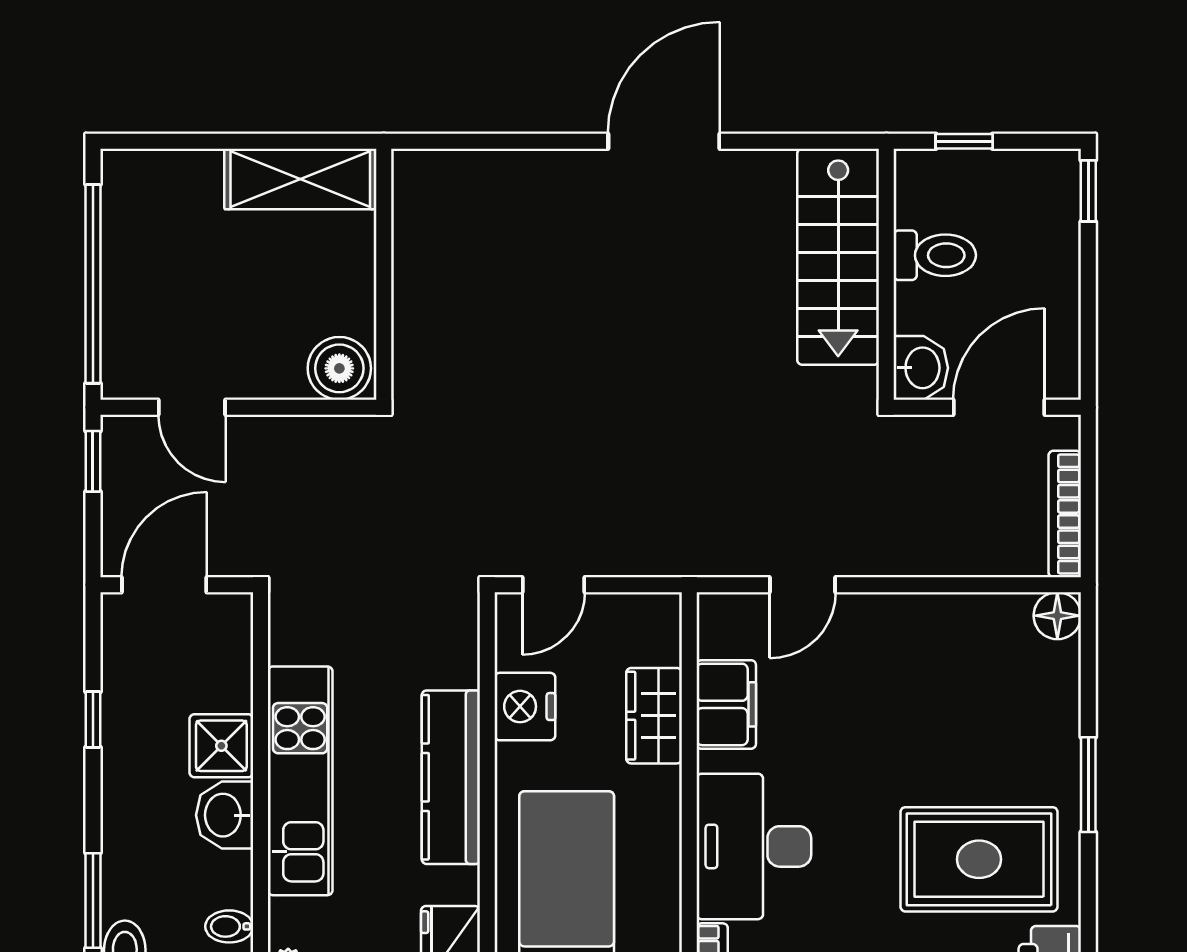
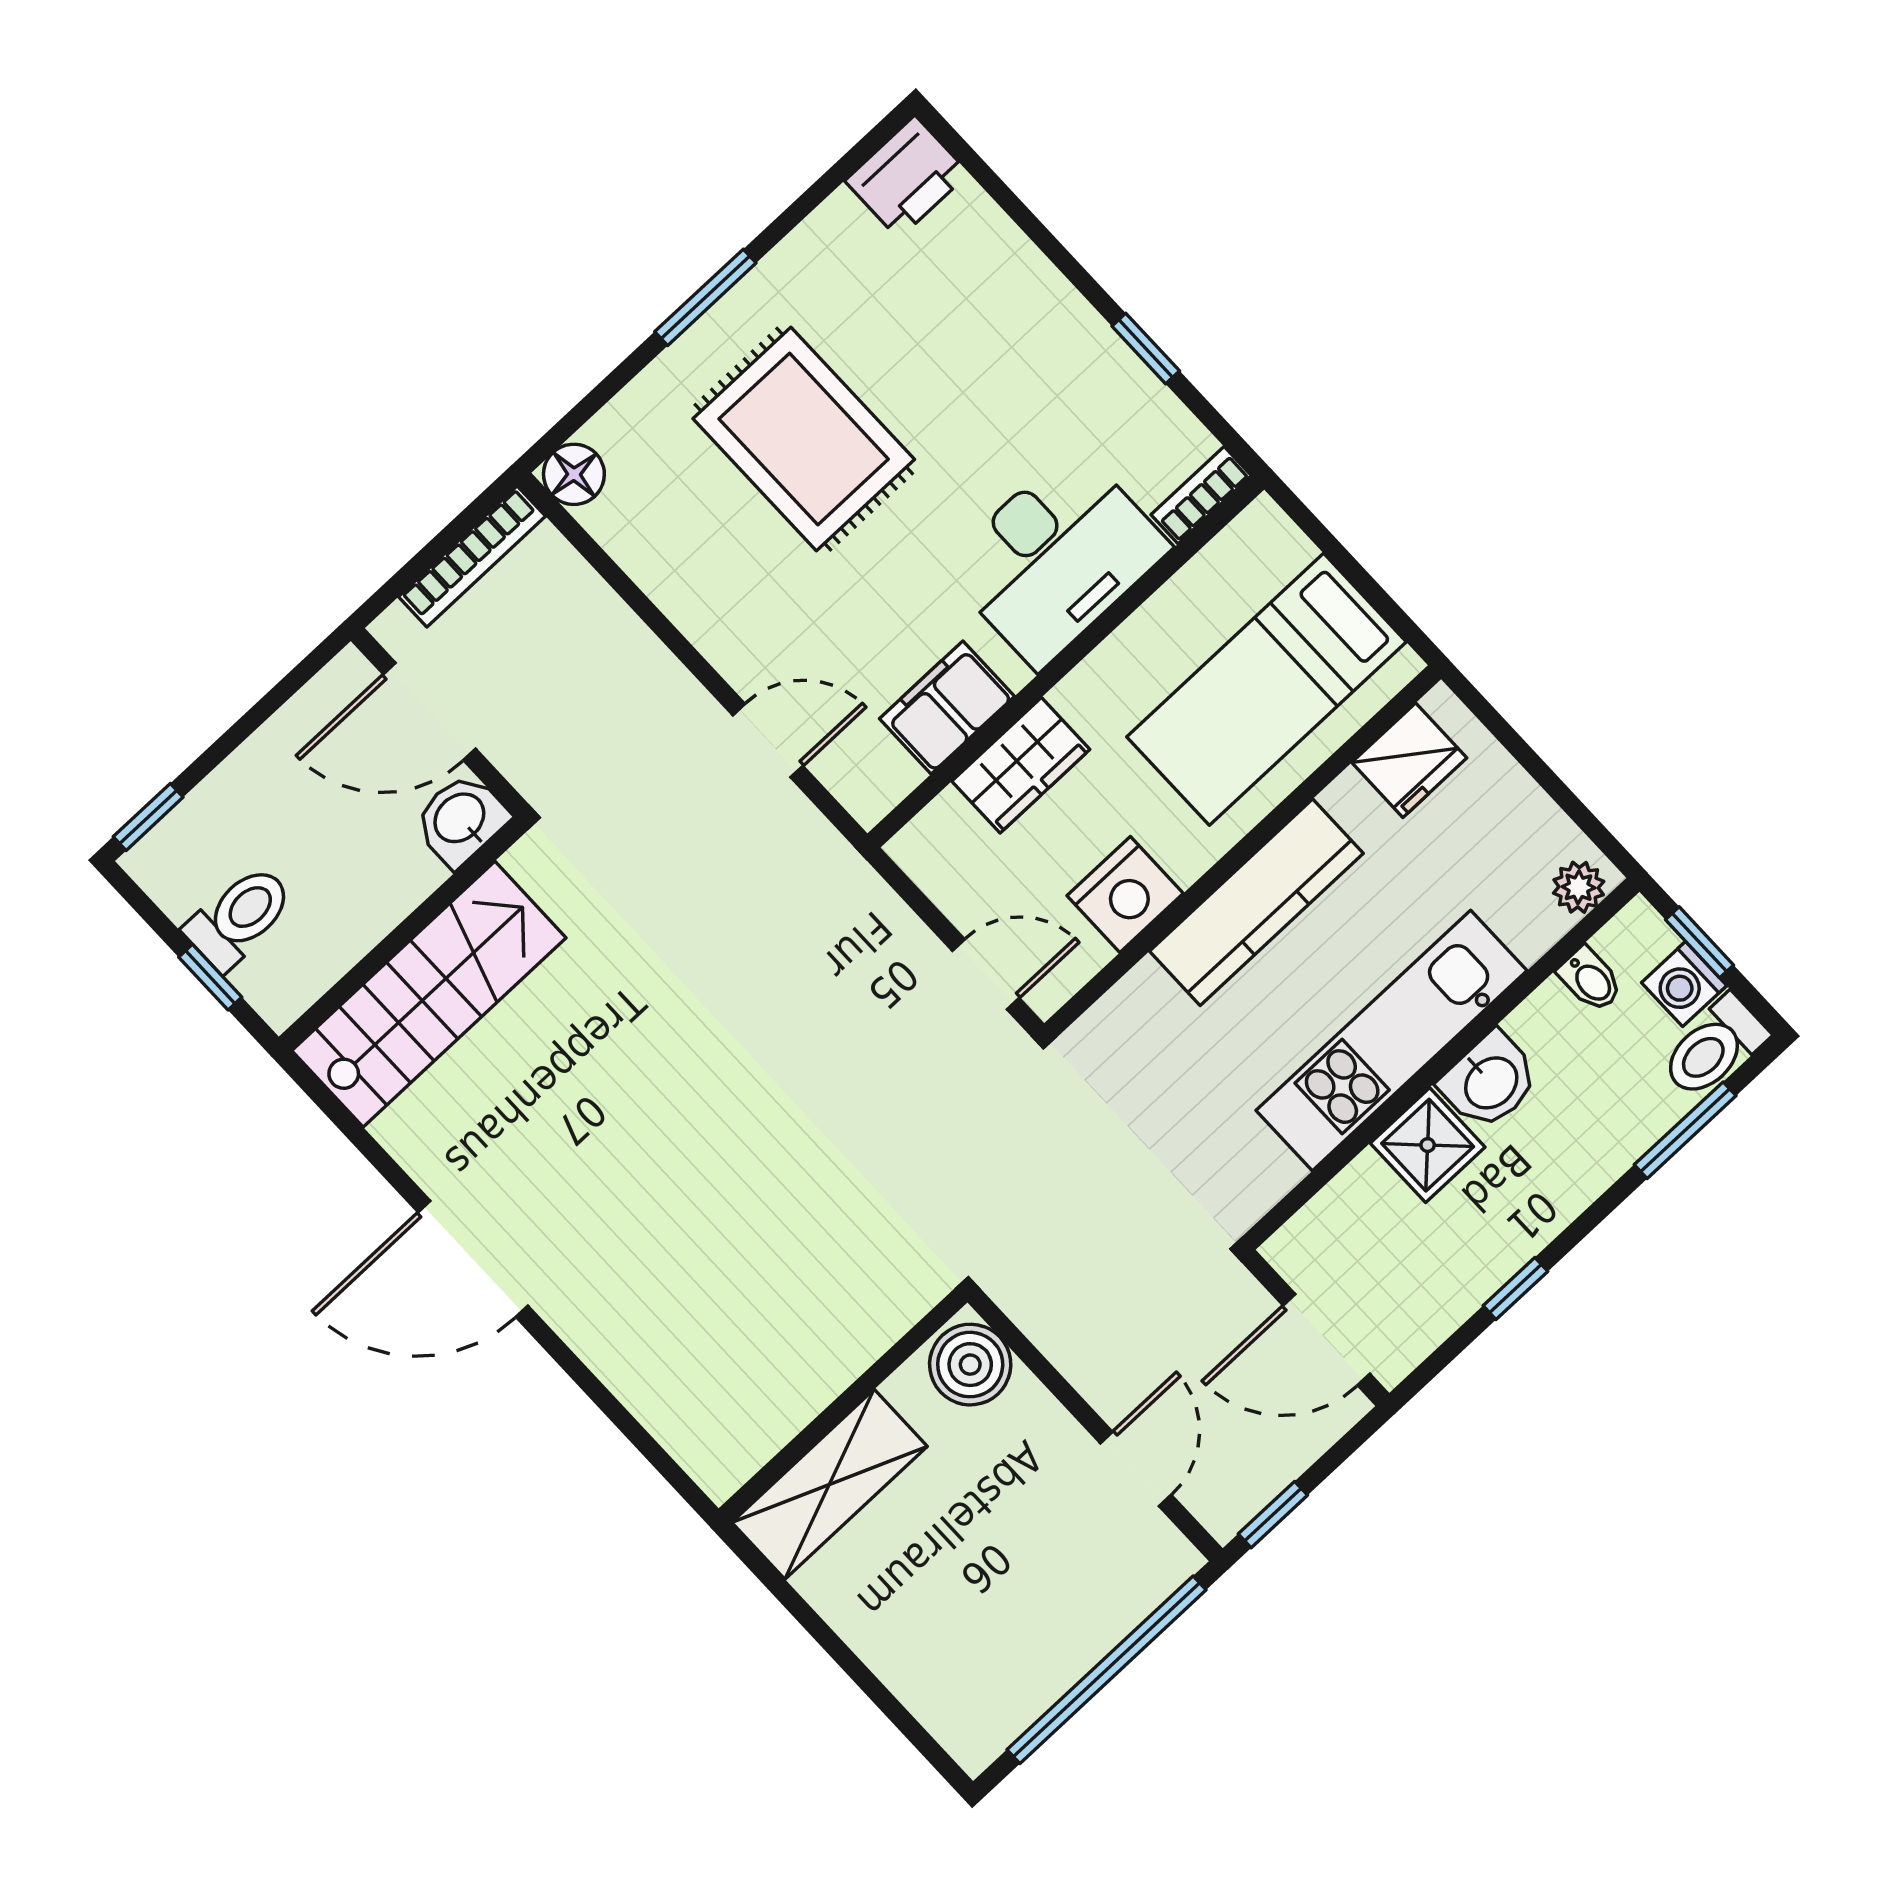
shelving: (300, 179) -> (830, 1484), moved, turned 90
toilet: (935, 255) -> (239, 917), moved, turned 90
rug: (979, 859) -> (804, 439), moved

